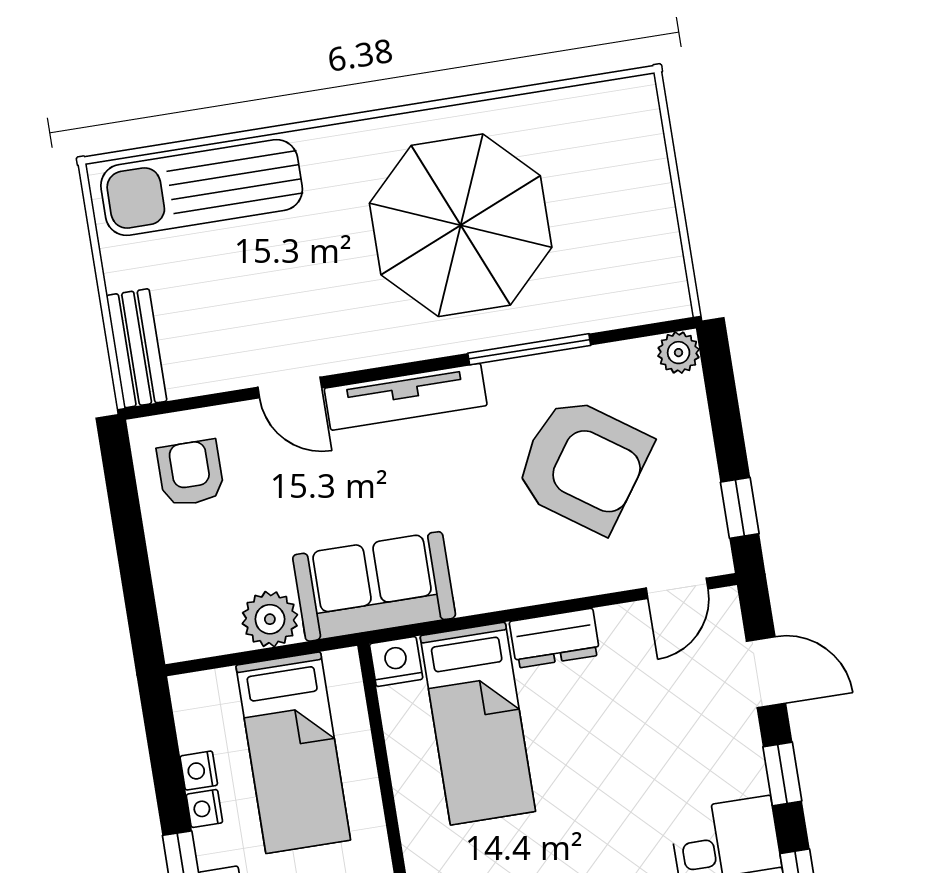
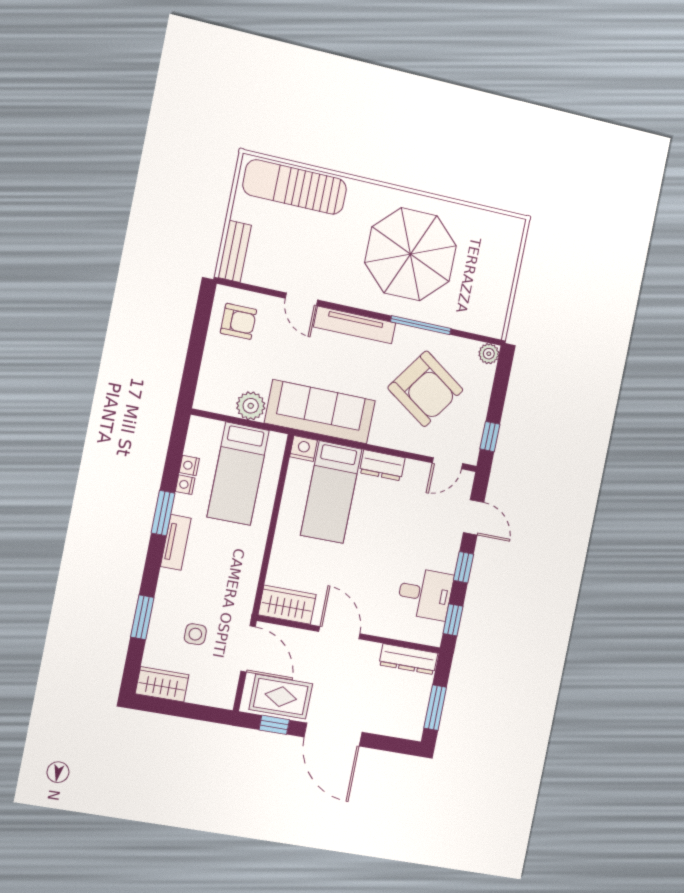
armchair: (191, 473) -> (238, 321), turned 90
sofa: (374, 586) -> (320, 412), width x1.36

